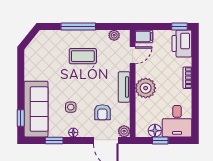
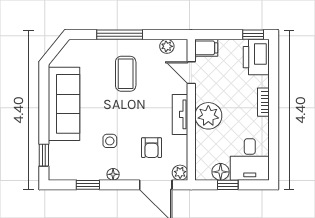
door: (133, 55) -> (191, 73), swing flipped
coffee table: (83, 56) -> (126, 74), turned 90
sofa: (36, 109) -> (64, 104), moved

